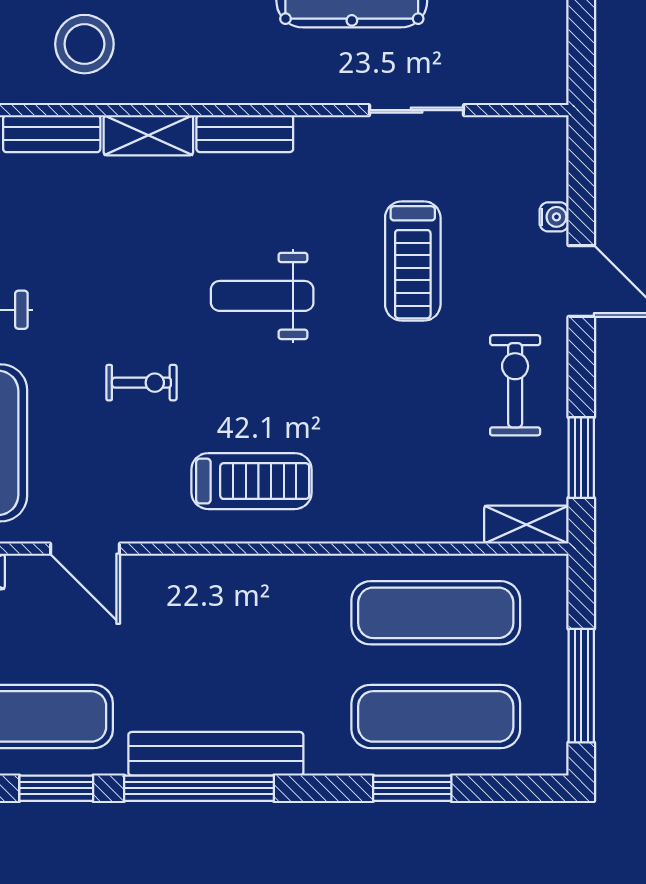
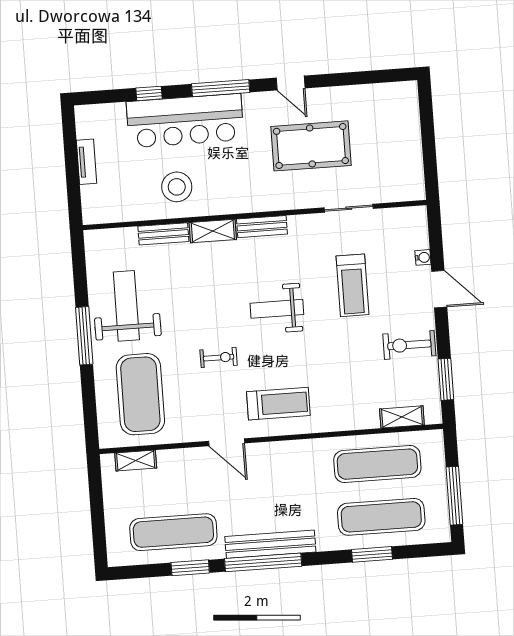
exercise bike: (515, 385) -> (409, 345), turned -90
shelving: (526, 525) -> (402, 417), moved
door: (85, 549) -> (227, 442), moved

